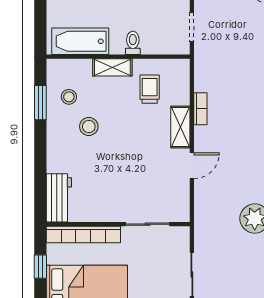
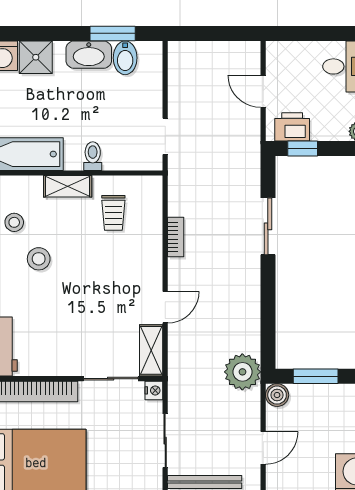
trolley: (150, 89) -> (113, 213), turned 180
shelving: (180, 127) -> (151, 350), moved
nightstand: (183, 234) -> (154, 390), added

